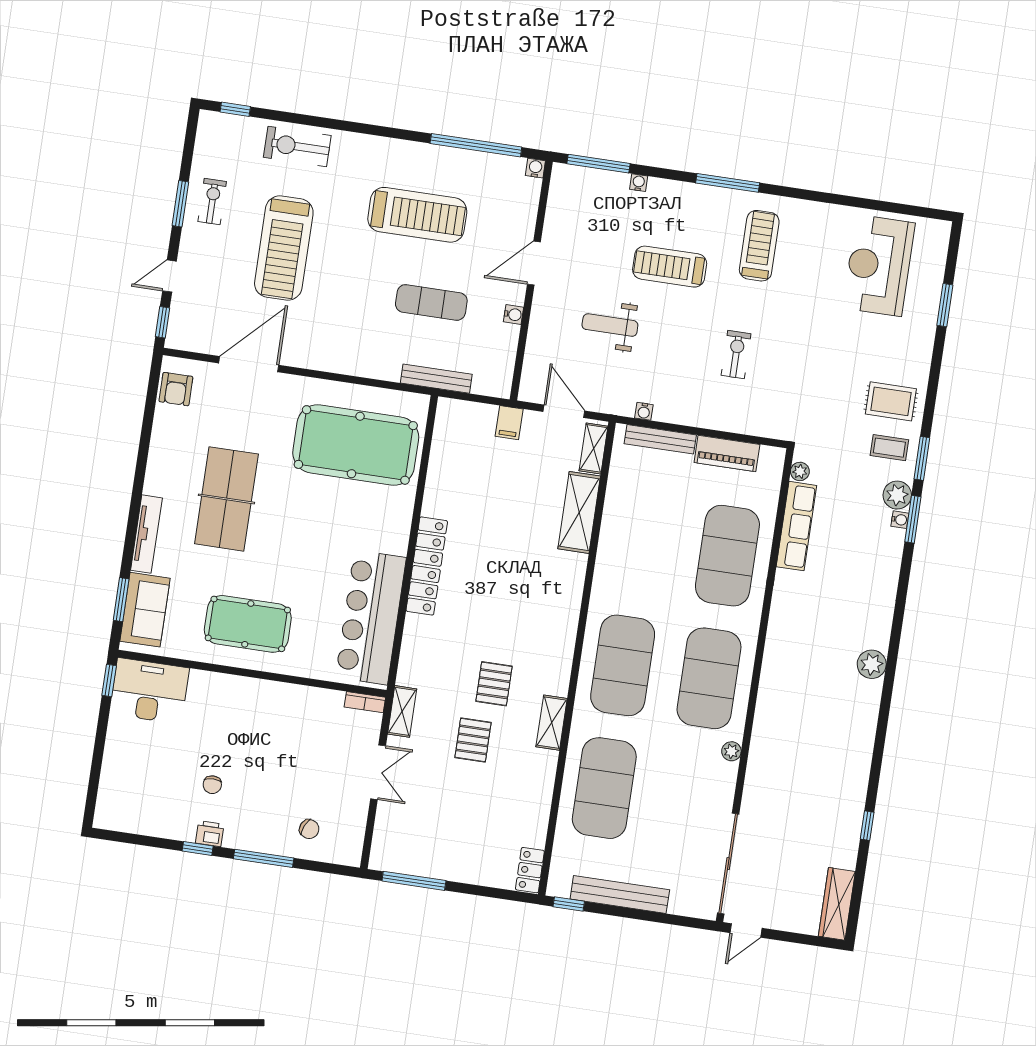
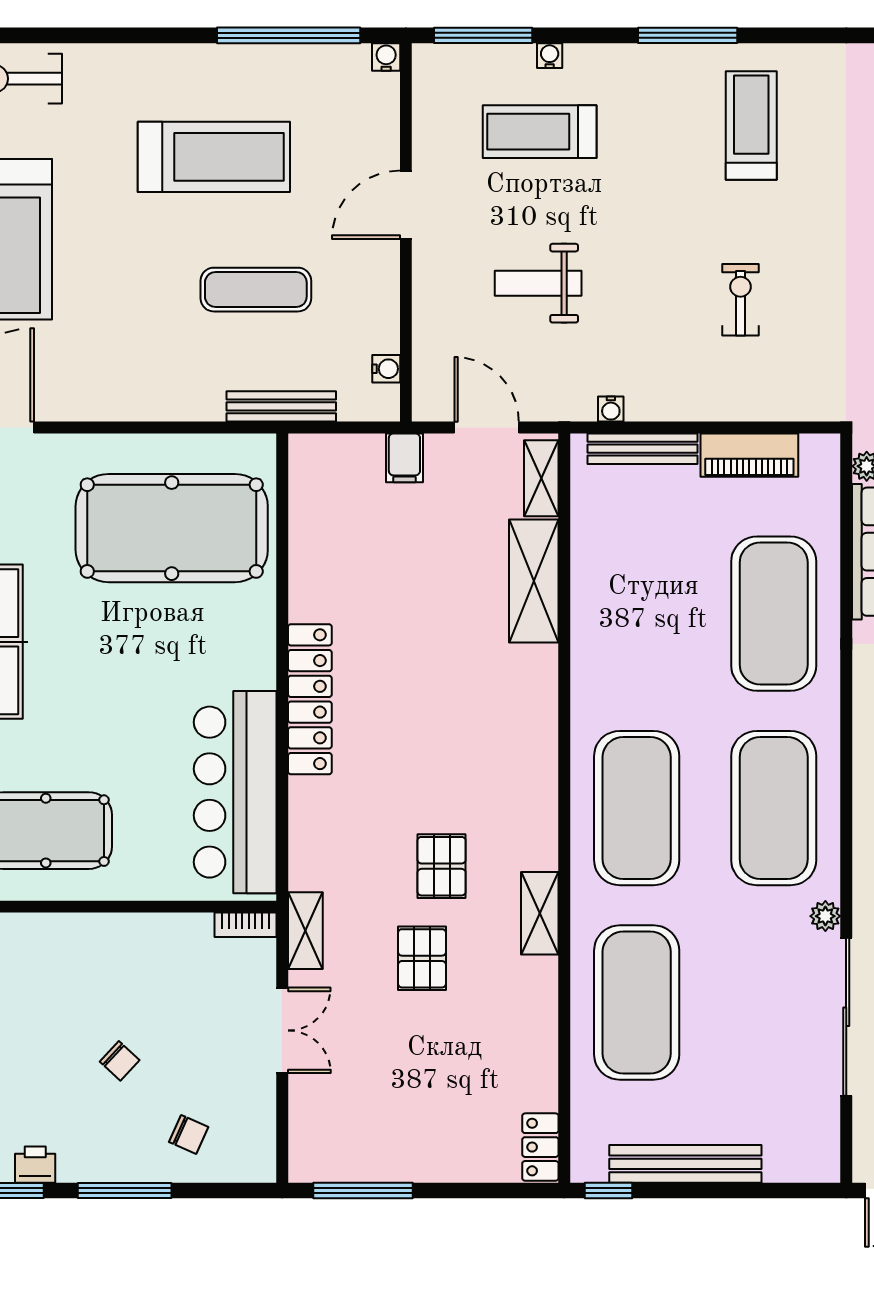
treadmill: (670, 267) -> (540, 132), moved
water cooler: (514, 315) -> (386, 369), moved
chair: (212, 785) -> (120, 1061), moved, turned -47
sliding door: (728, 864) -> (846, 1017), moved

